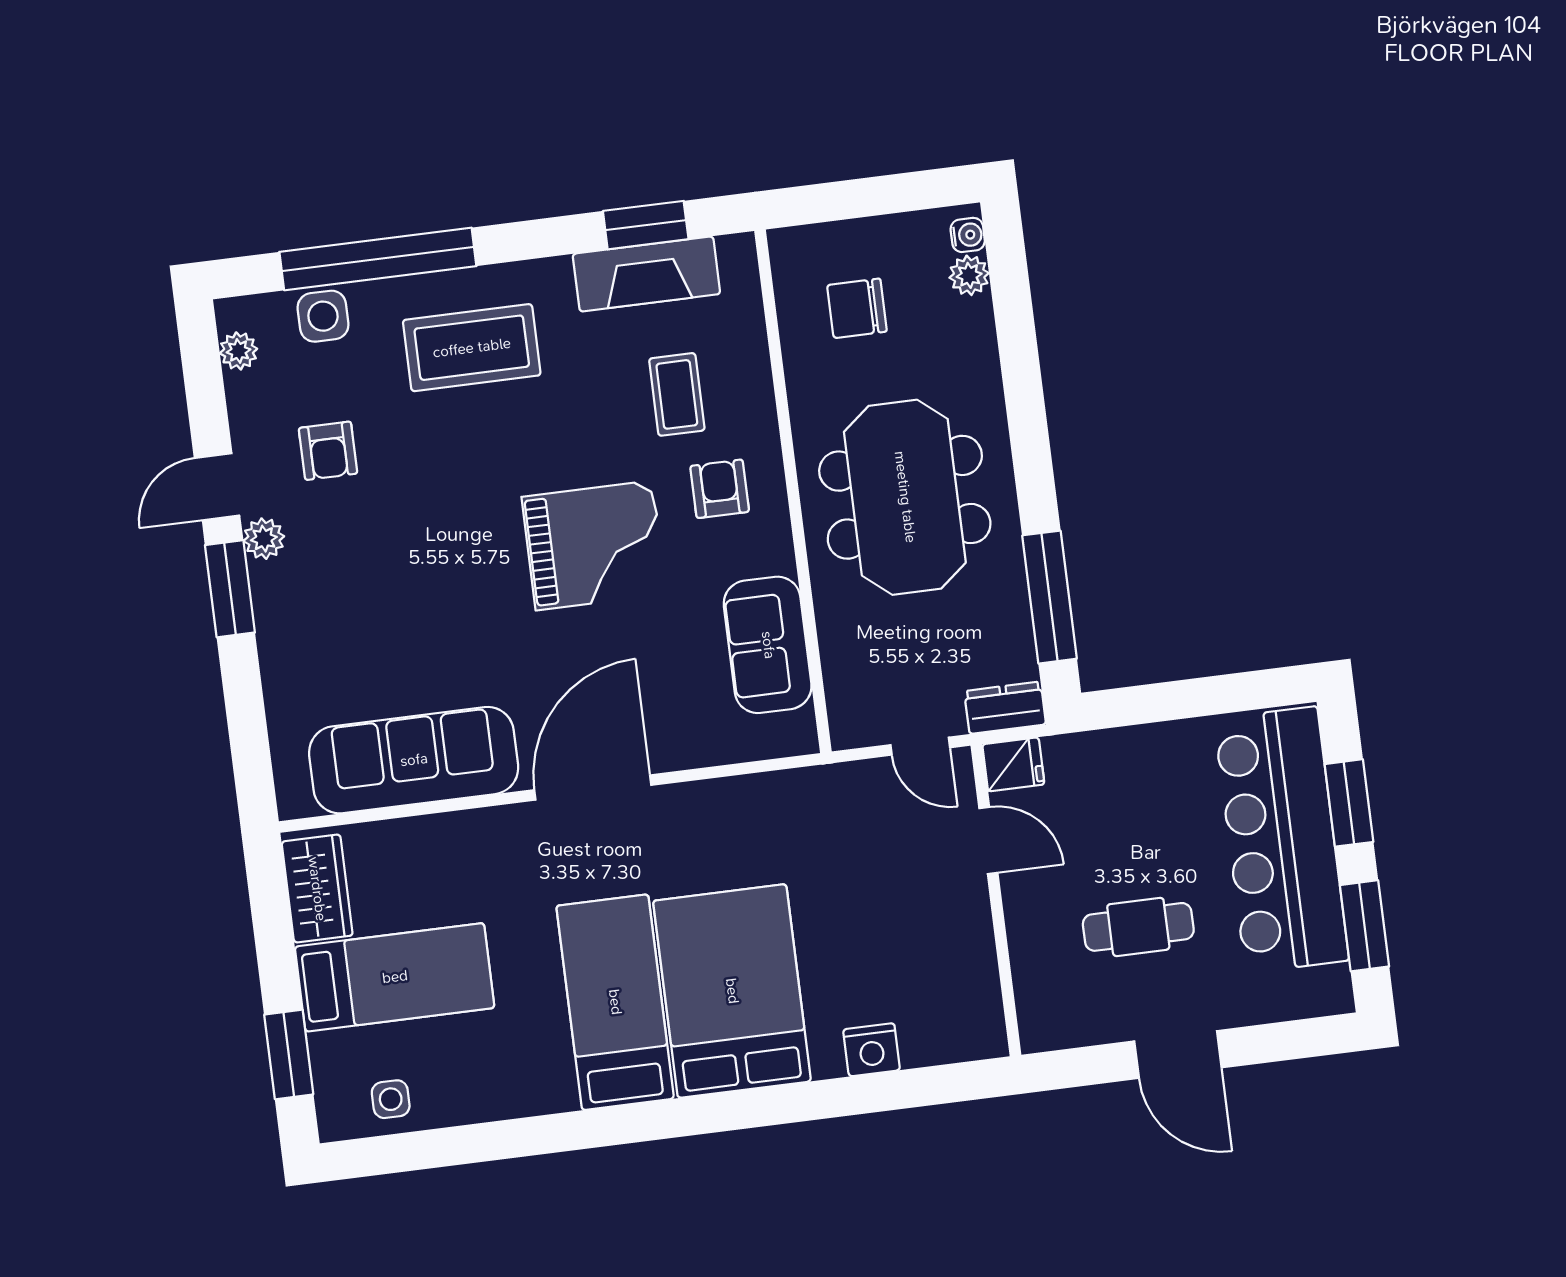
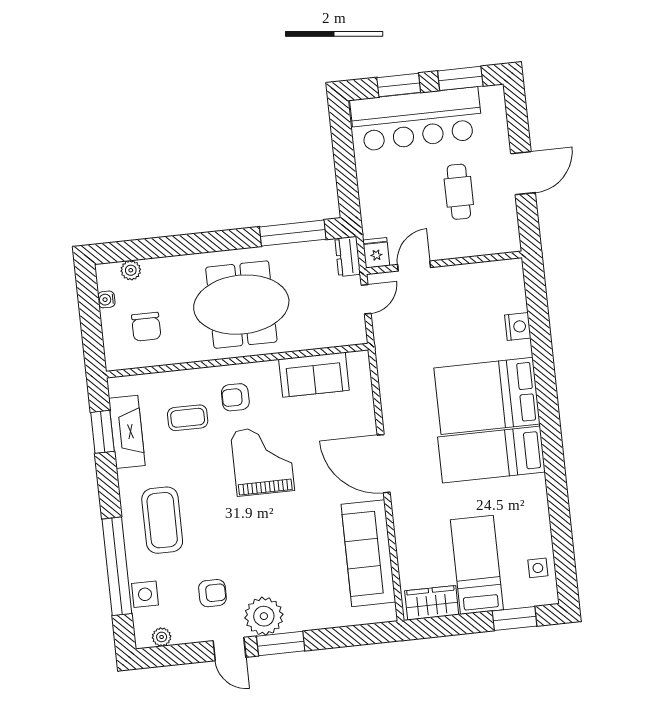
water cooler: (968, 235) -> (106, 299), moved, turned -90
plant: (264, 539) -> (264, 616), width x1.87, depth x1.87

